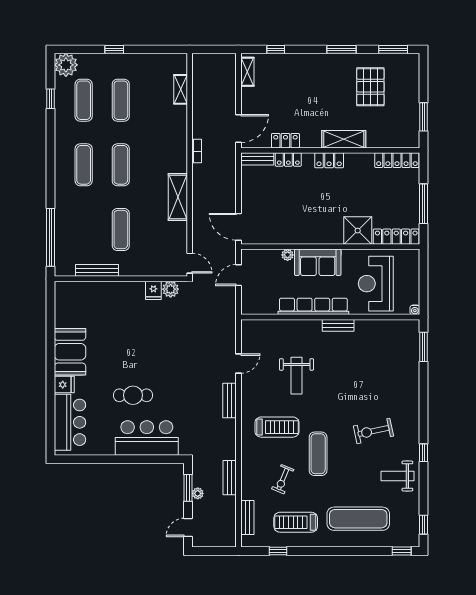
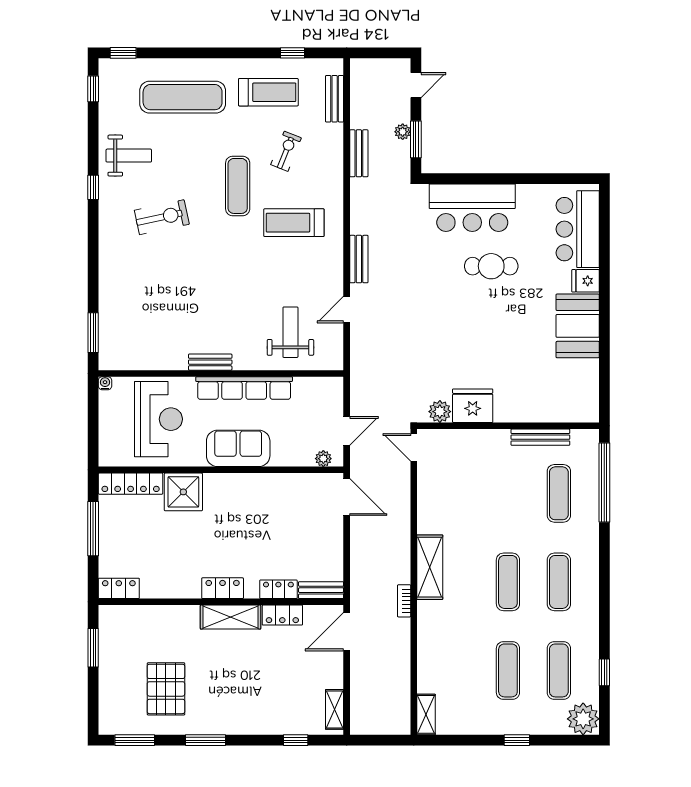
shelving: (181, 89) -> (426, 714), moved
shelving: (344, 139) -> (231, 617), moved
locker: (397, 160) -> (119, 588), width x0.66
shelving: (178, 197) -> (430, 567), moved
exercise mat: (121, 229) -> (559, 493), moved
plant: (288, 255) -> (323, 459), moved
fridge: (153, 290) -> (473, 406), width x1.88, depth x1.34
weight bench: (297, 376) -> (290, 332), moved

